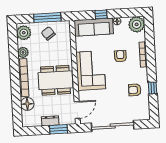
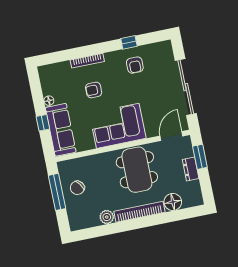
plant: (137, 24) -> (49, 75), removed
plant: (24, 33) -> (81, 220), removed
door: (77, 110) -> (171, 136), hinge flipped

